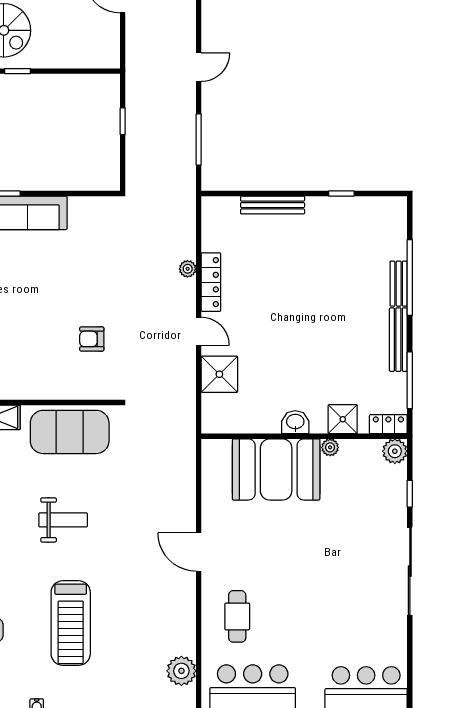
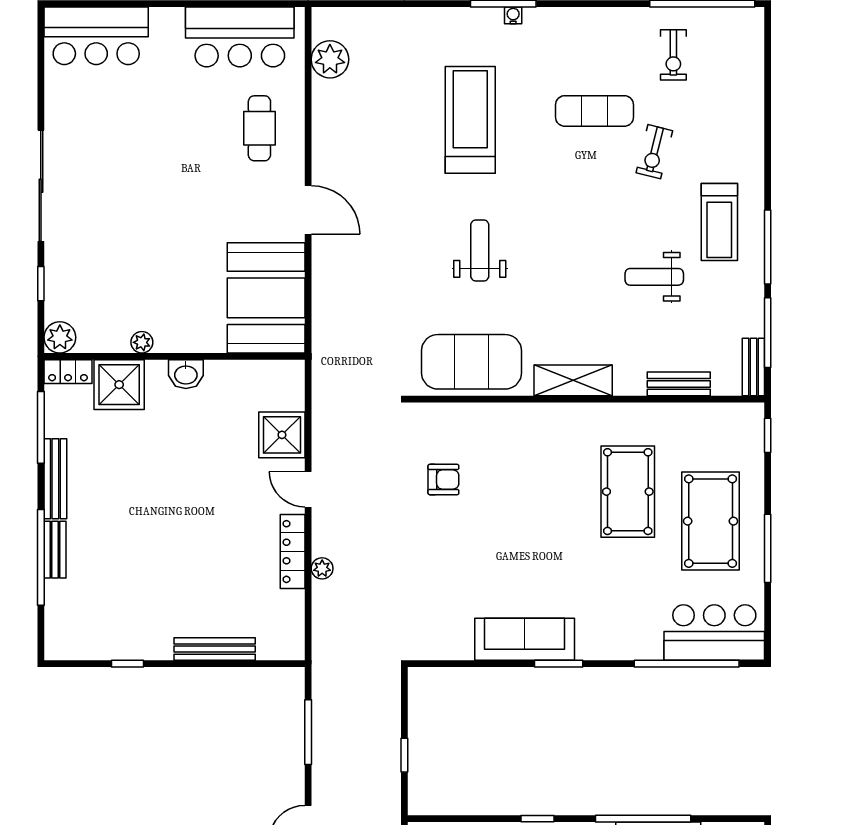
shower: (343, 419) -> (119, 385), width x1.36, depth x1.36
booth: (276, 469) -> (266, 298), moved, turned 90
weight bench: (63, 520) -> (480, 250), turned 90

